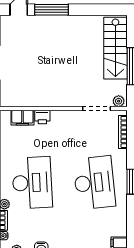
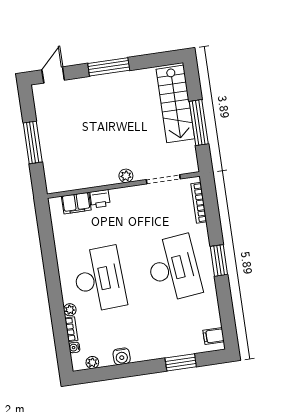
window: (52, 10) -> (109, 67), moved
plant: (119, 101) -> (126, 176), moved

